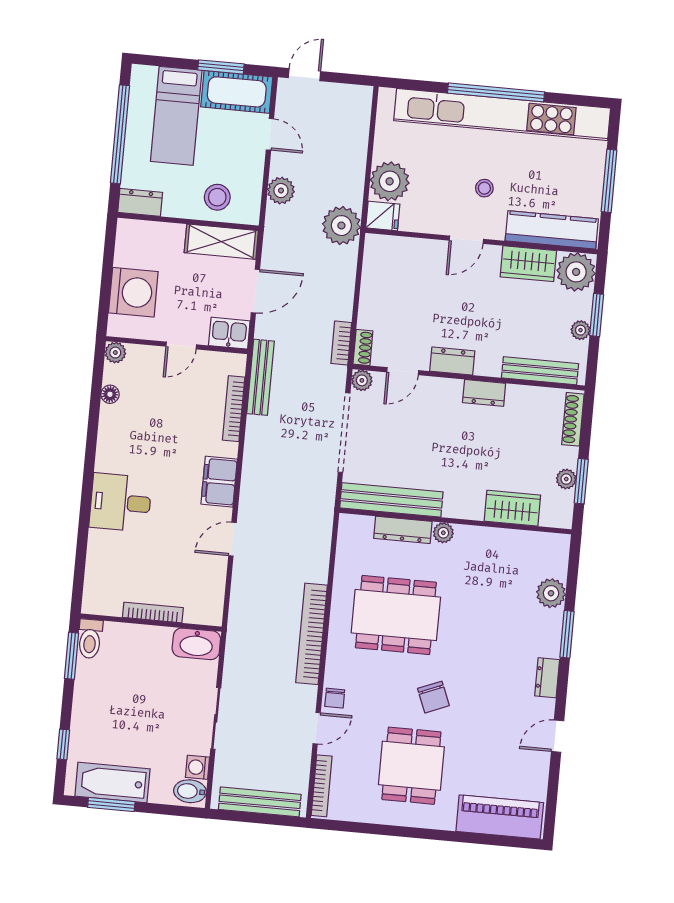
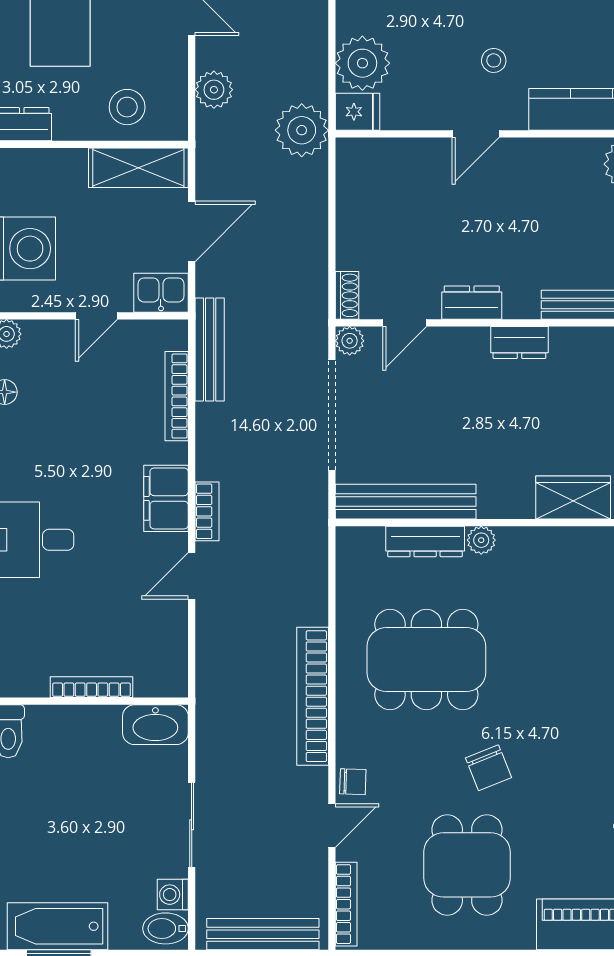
wardrobe: (528, 264) -> (564, 159), removed
bookcase: (341, 343) -> (207, 511), moved, turned 180
chair: (335, 698) -> (353, 782), turned -88

